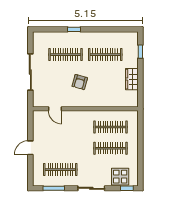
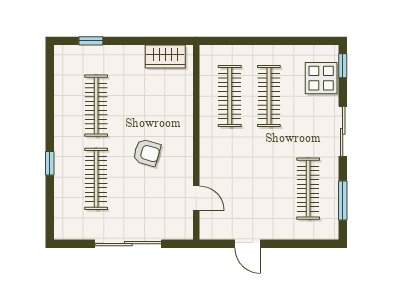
wardrobe: (132, 79) -> (165, 57), moved
door: (55, 109) -> (196, 198), hinge flipped
door: (30, 148) -> (248, 244), moved

